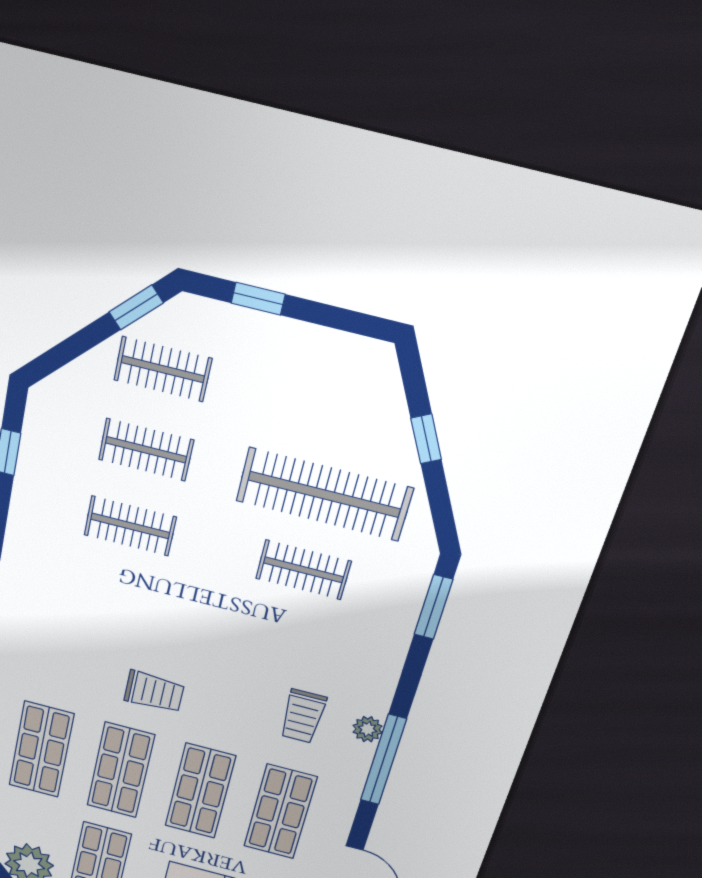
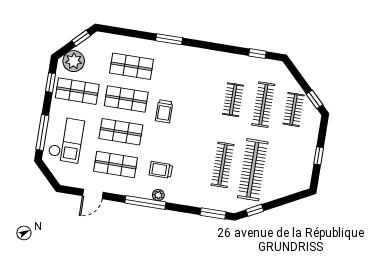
window: (258, 299) -> (319, 156), moved
window: (426, 439) -> (255, 210), moved
clothes rail: (146, 450) -> (263, 105), width x1.36
clothes rail: (303, 570) -> (223, 165), width x1.36

